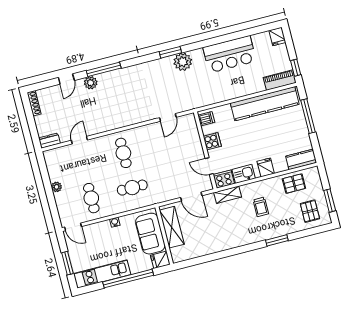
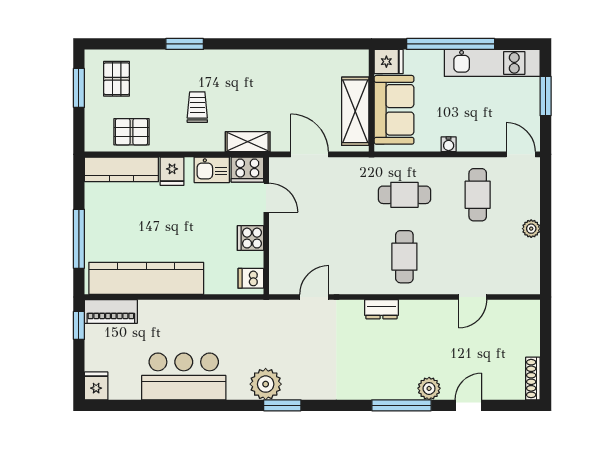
dresser: (49, 141) -> (381, 309), moved
kitchen counter: (301, 159) -> (121, 169), width x1.50

